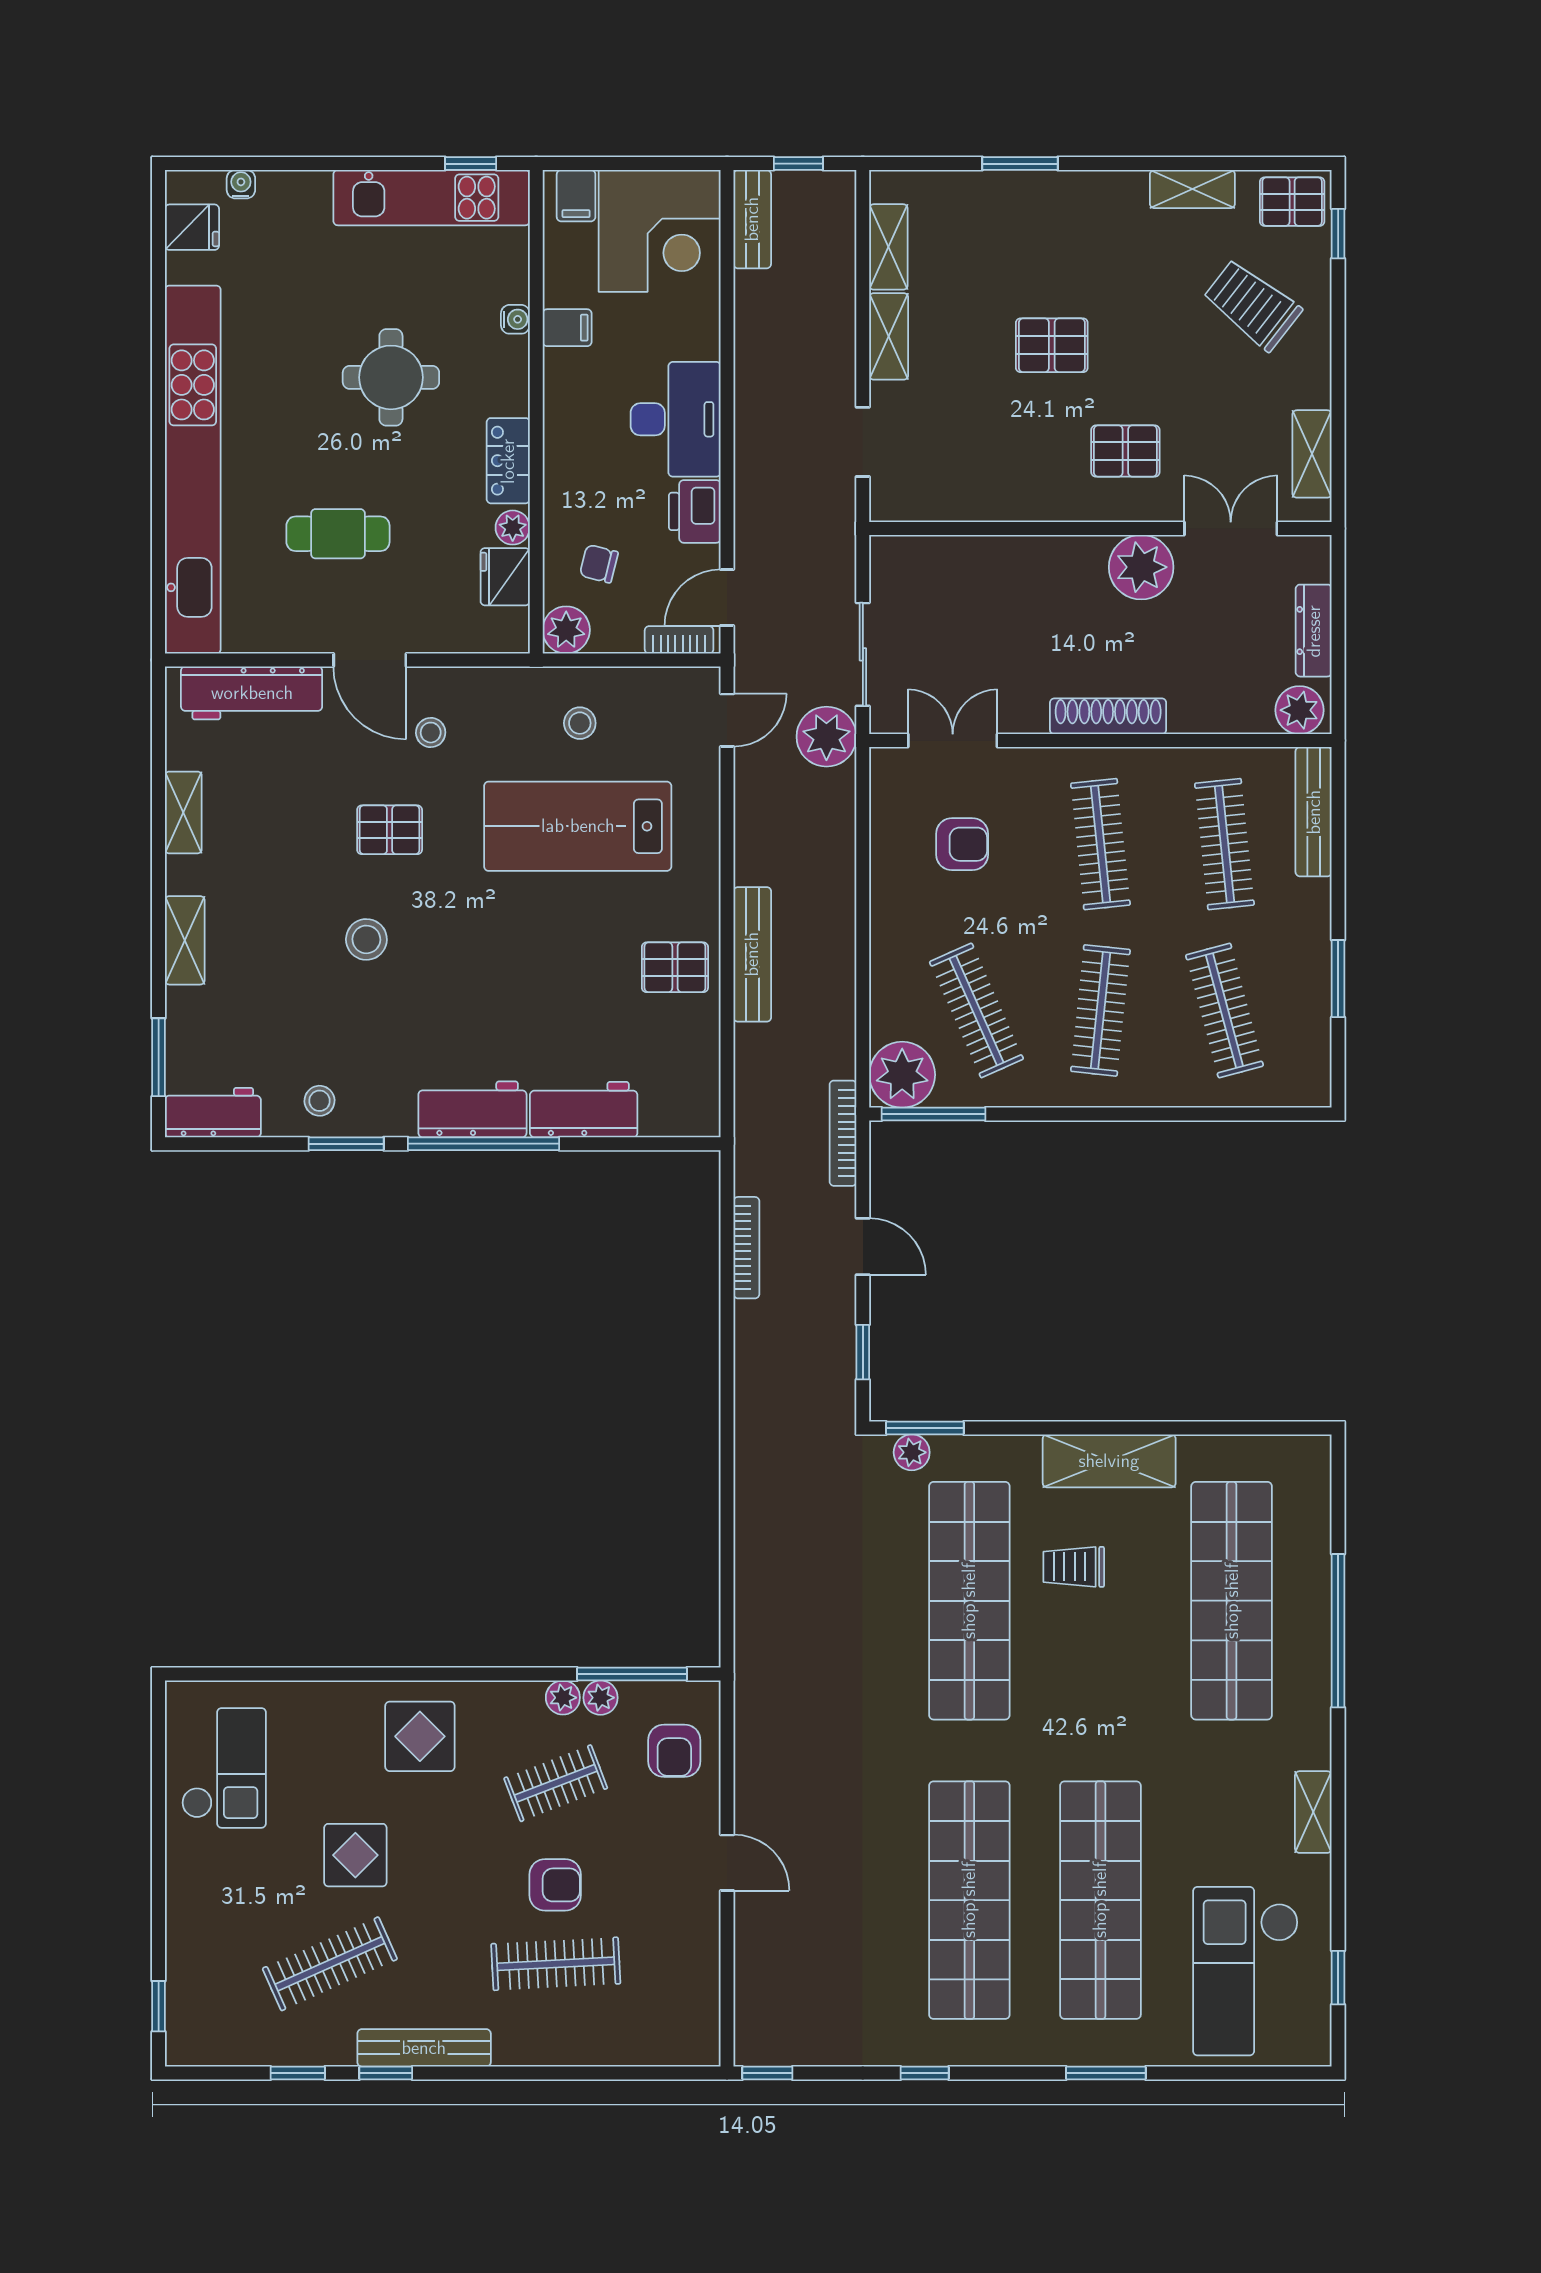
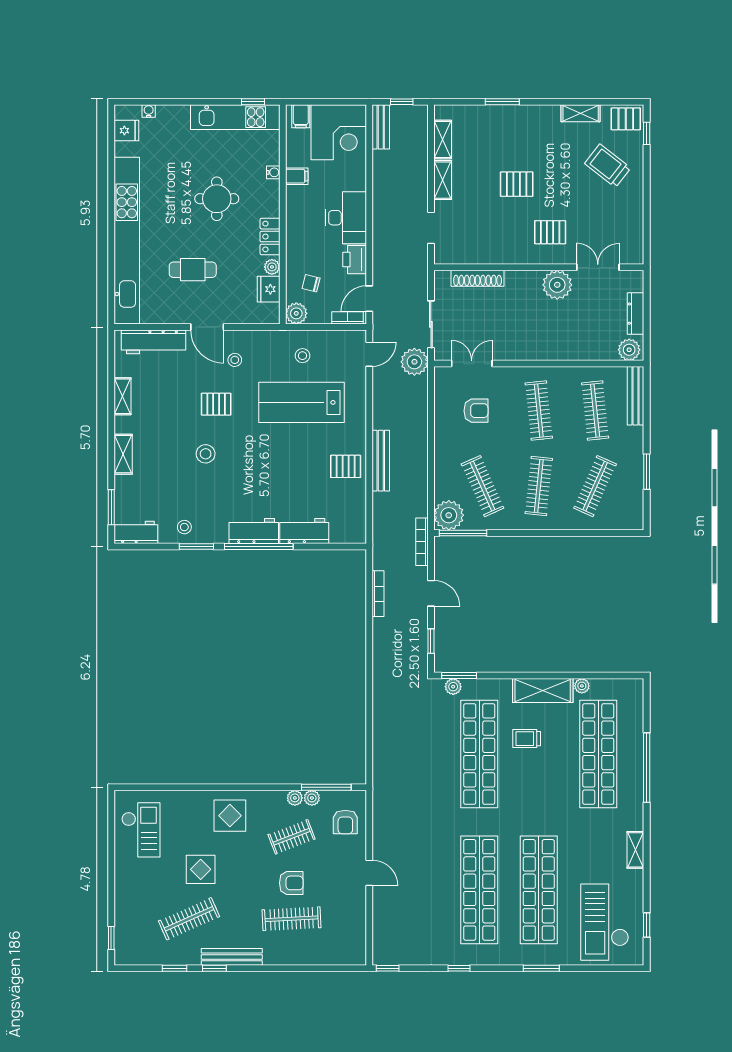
shelving: (1312, 454) -> (635, 233), removed
shoe rack: (1108, 716) -> (478, 278), moved, turned 180
clothes rail: (1224, 1010) -> (595, 486), turned 39
plant: (1195, 1451) -> (582, 686), added

